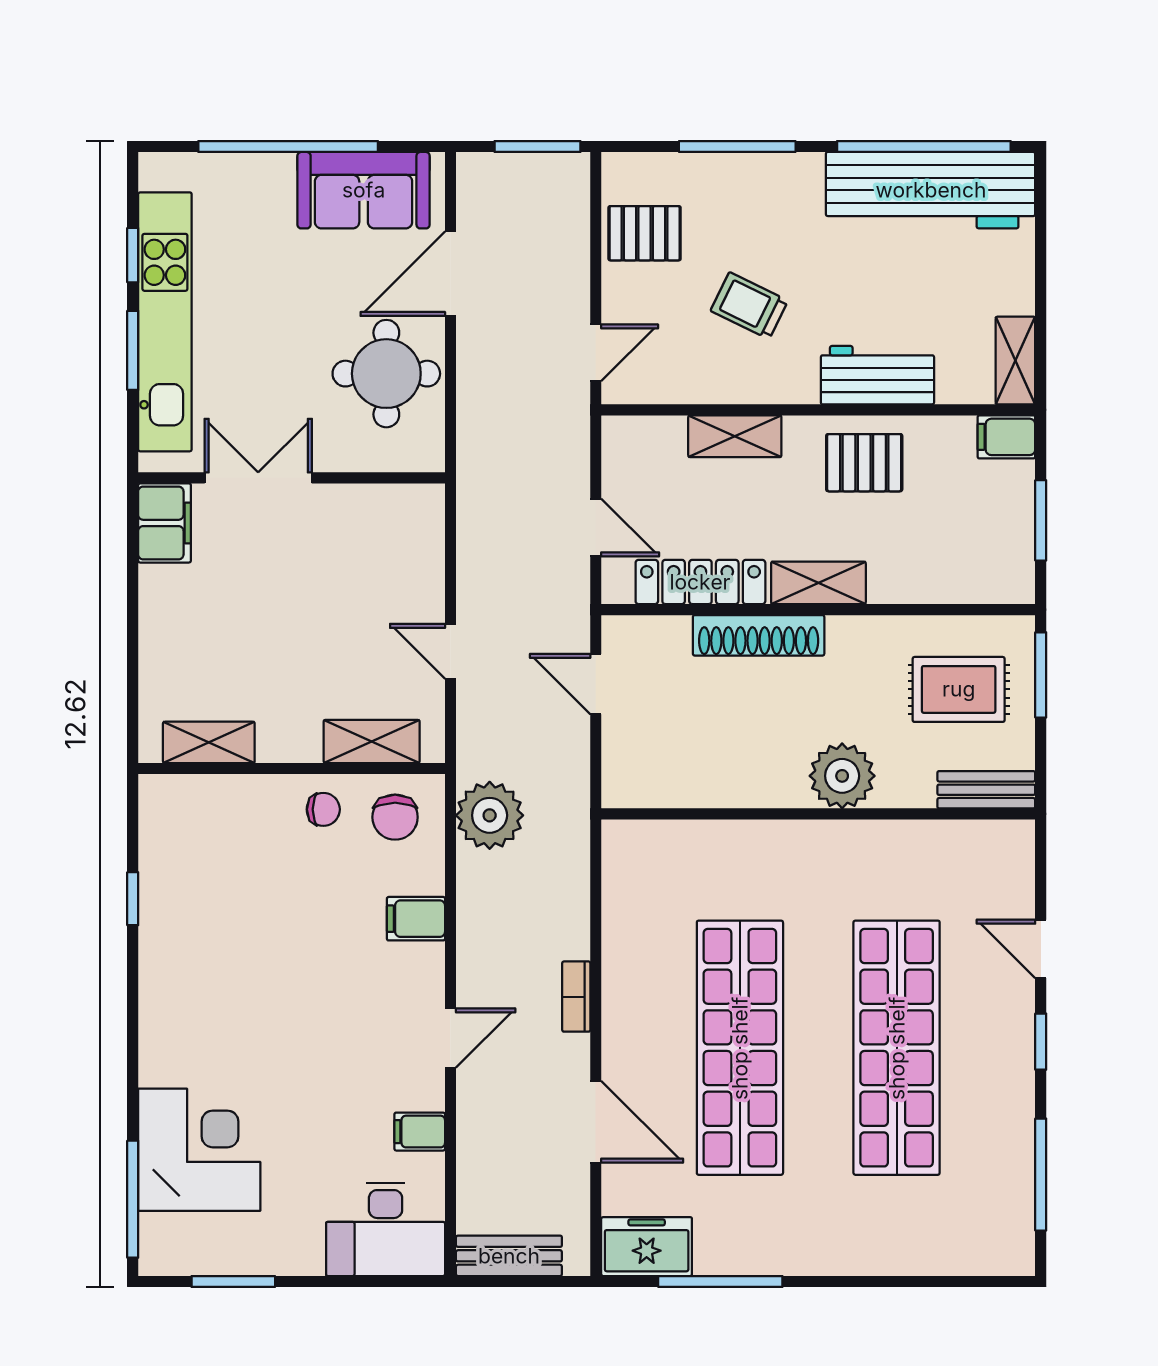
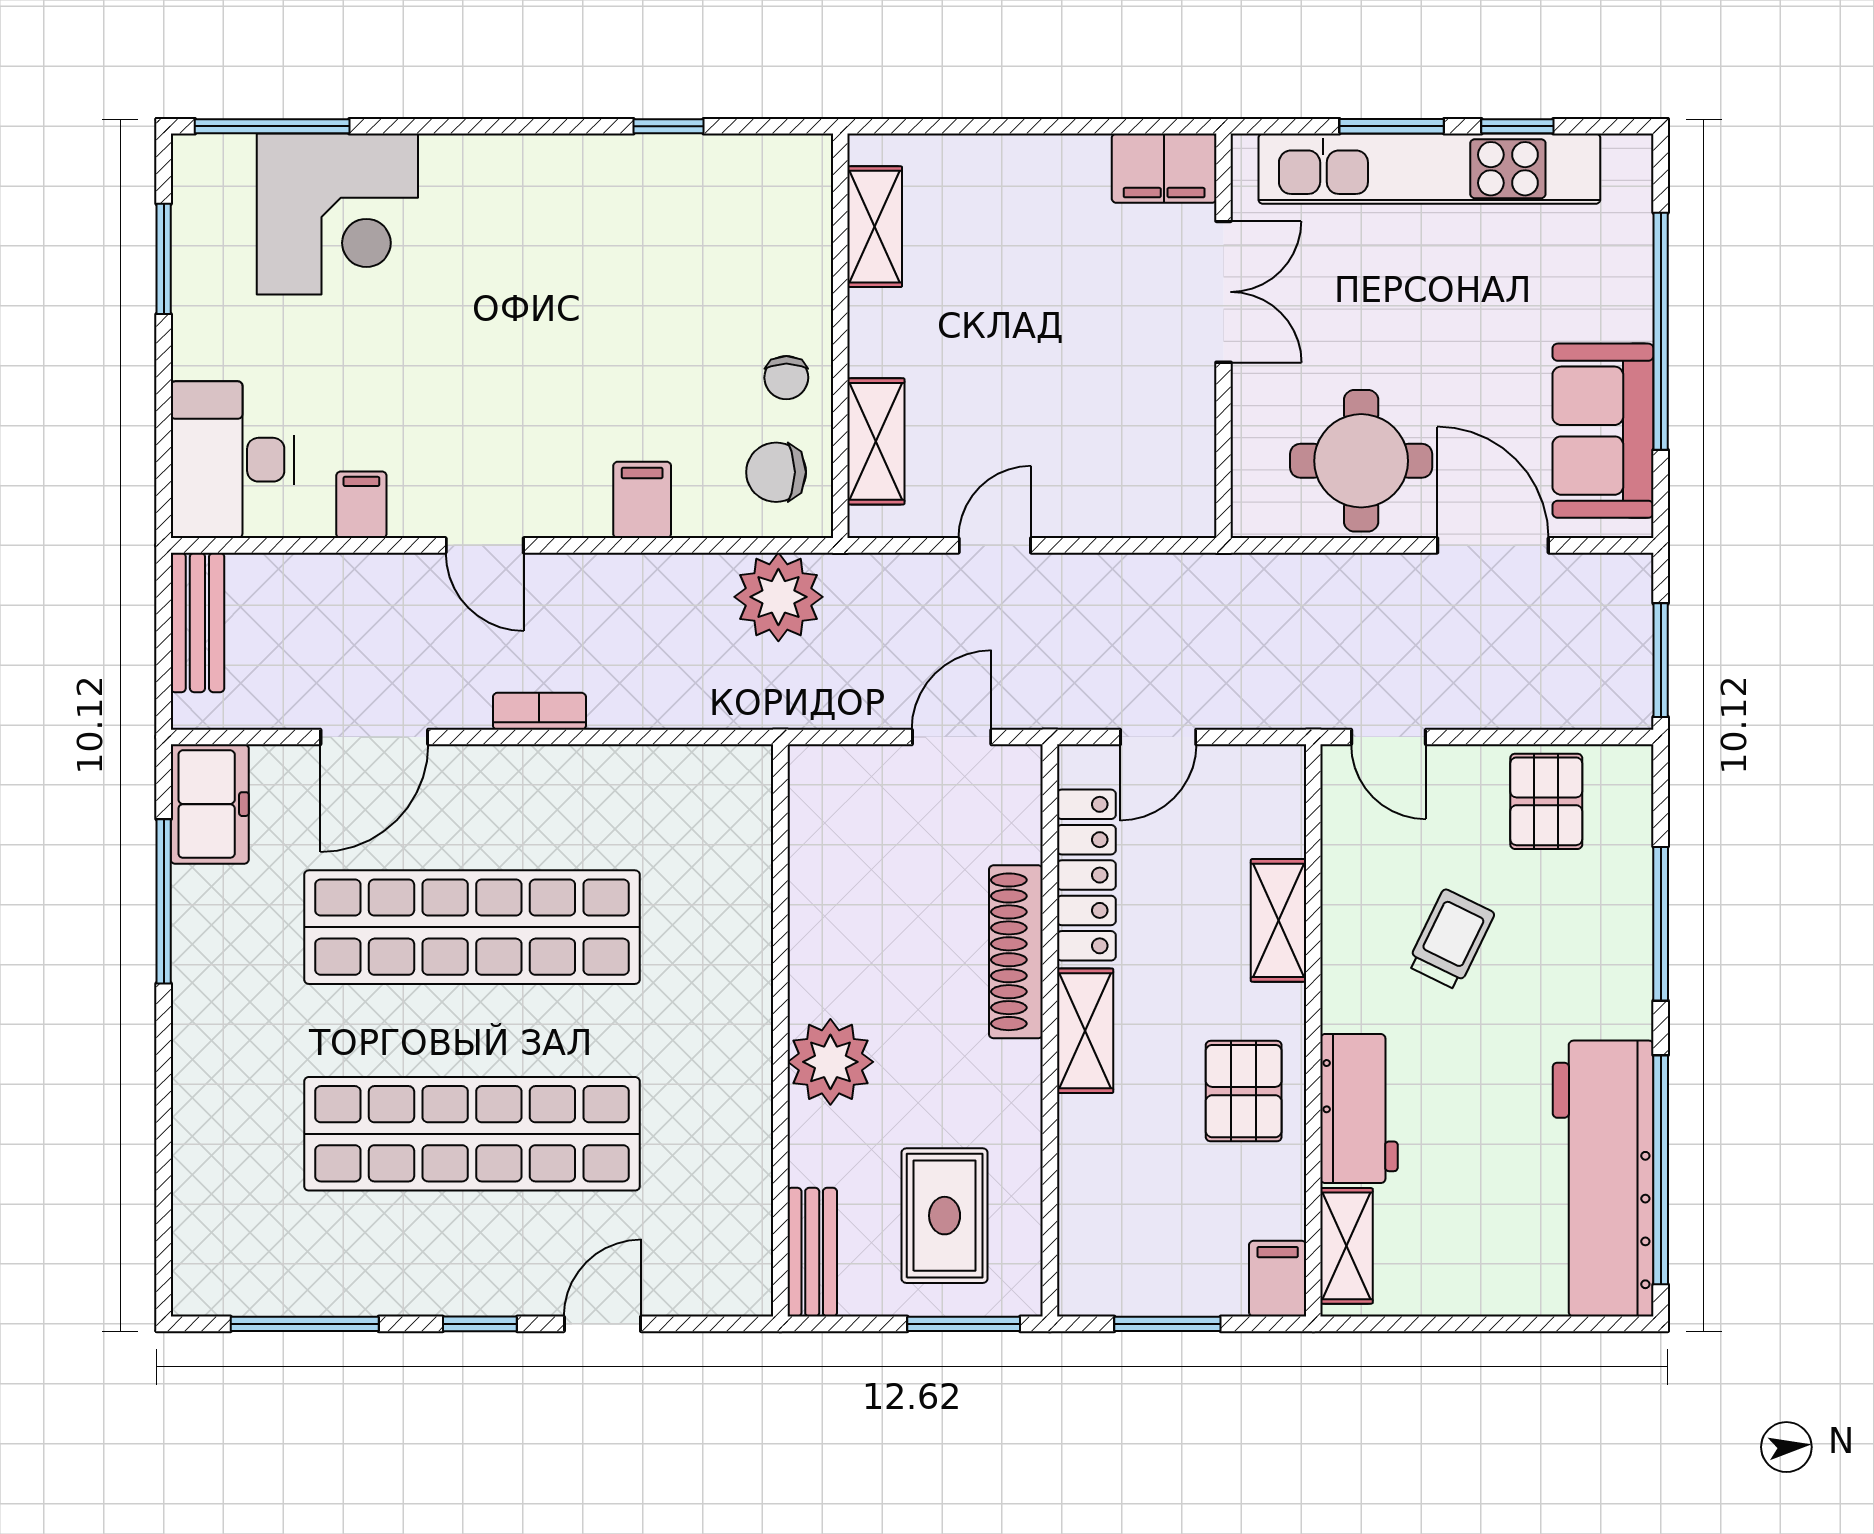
shelving: (1015, 360) -> (1347, 1246), moved, turned 90

